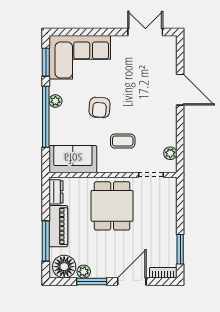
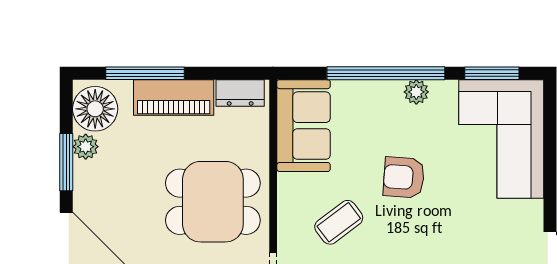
coffee table: (123, 141) -> (339, 222), turned 53

